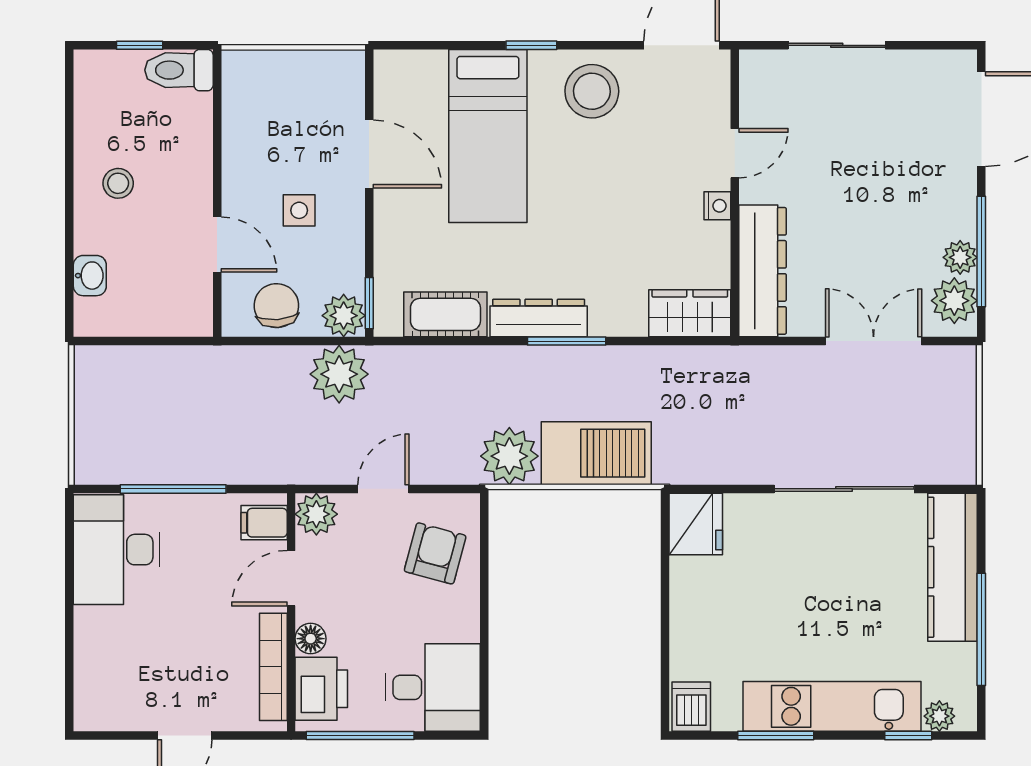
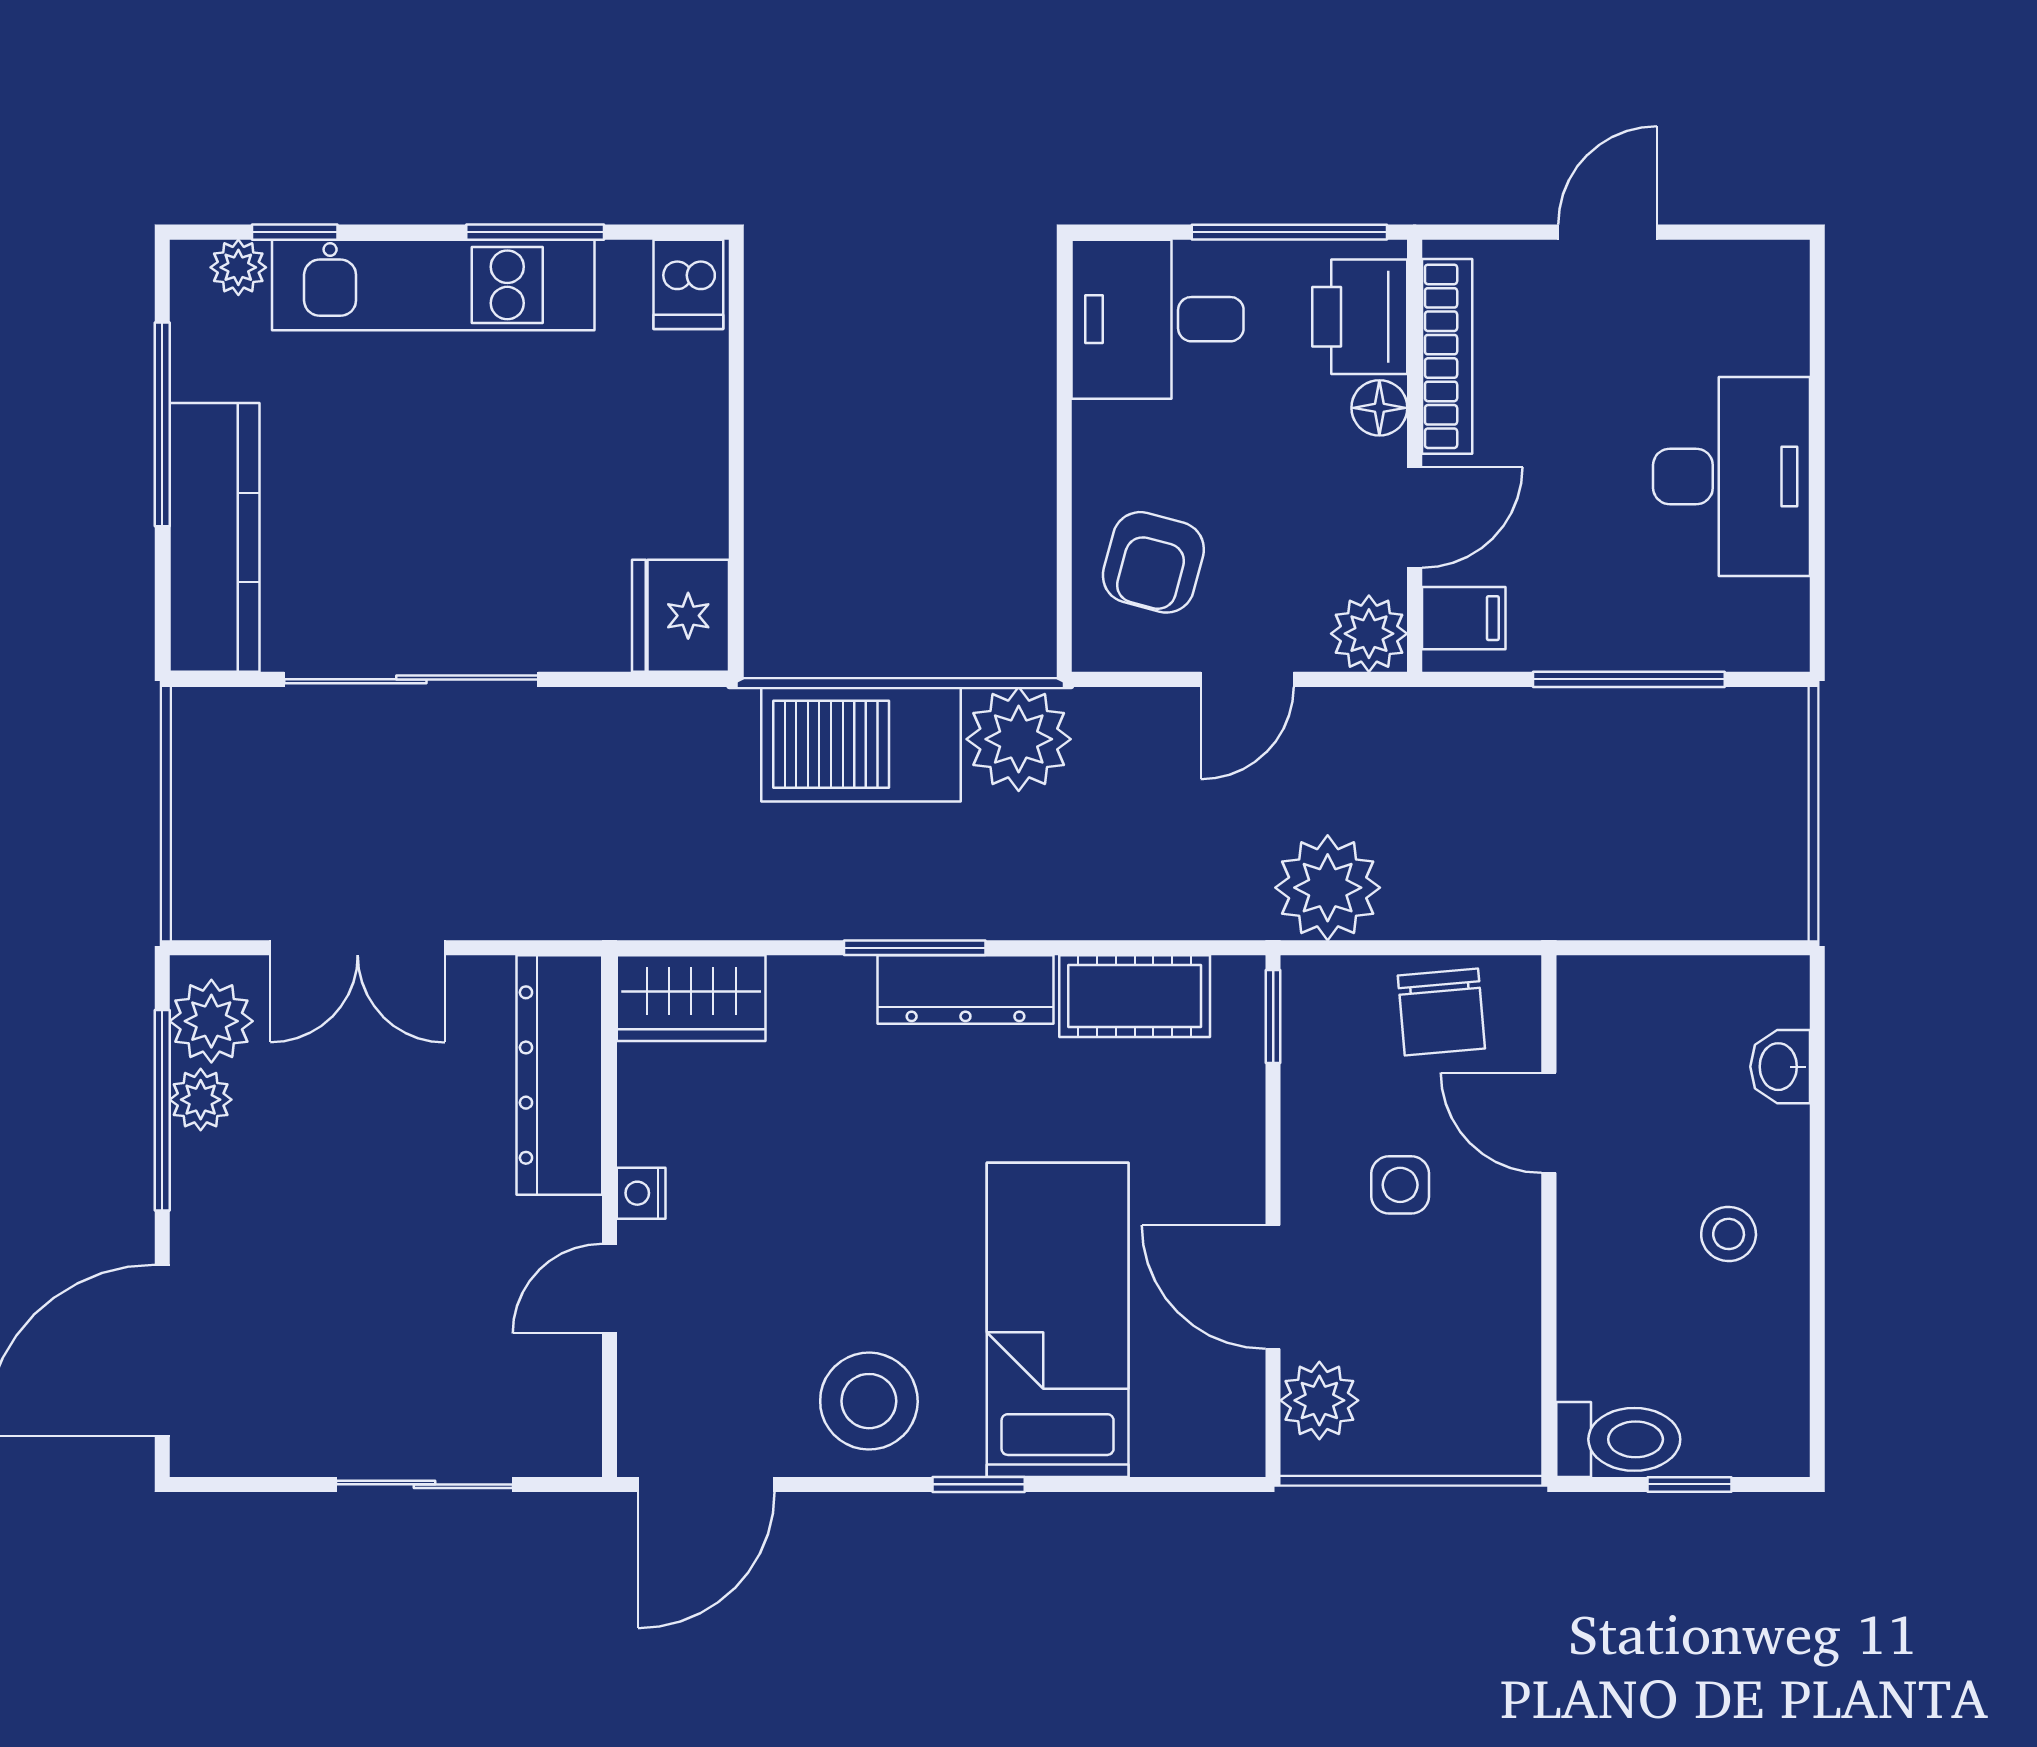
plant: (344, 316) -> (1319, 1400), moved
desk: (117, 550) -> (1731, 476), moved

